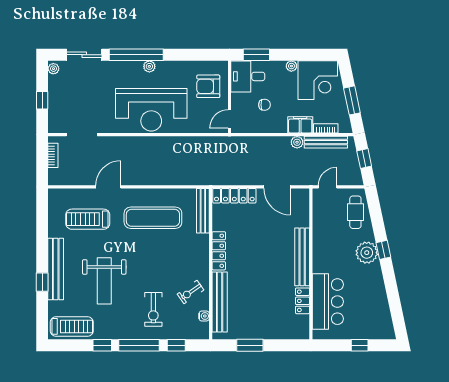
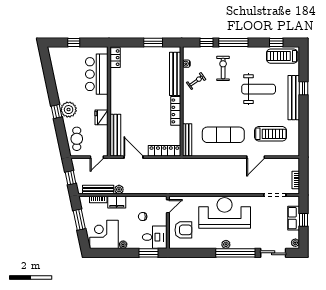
row of seats: (56, 103) -> (294, 218), added
fridge: (321, 242) -> (102, 117), added
bench: (302, 257) -> (115, 135), moved
weight bench: (104, 281) -> (259, 89), turned 90
locker: (302, 301) -> (115, 58), moved
window: (102, 345) -> (276, 43), moved

